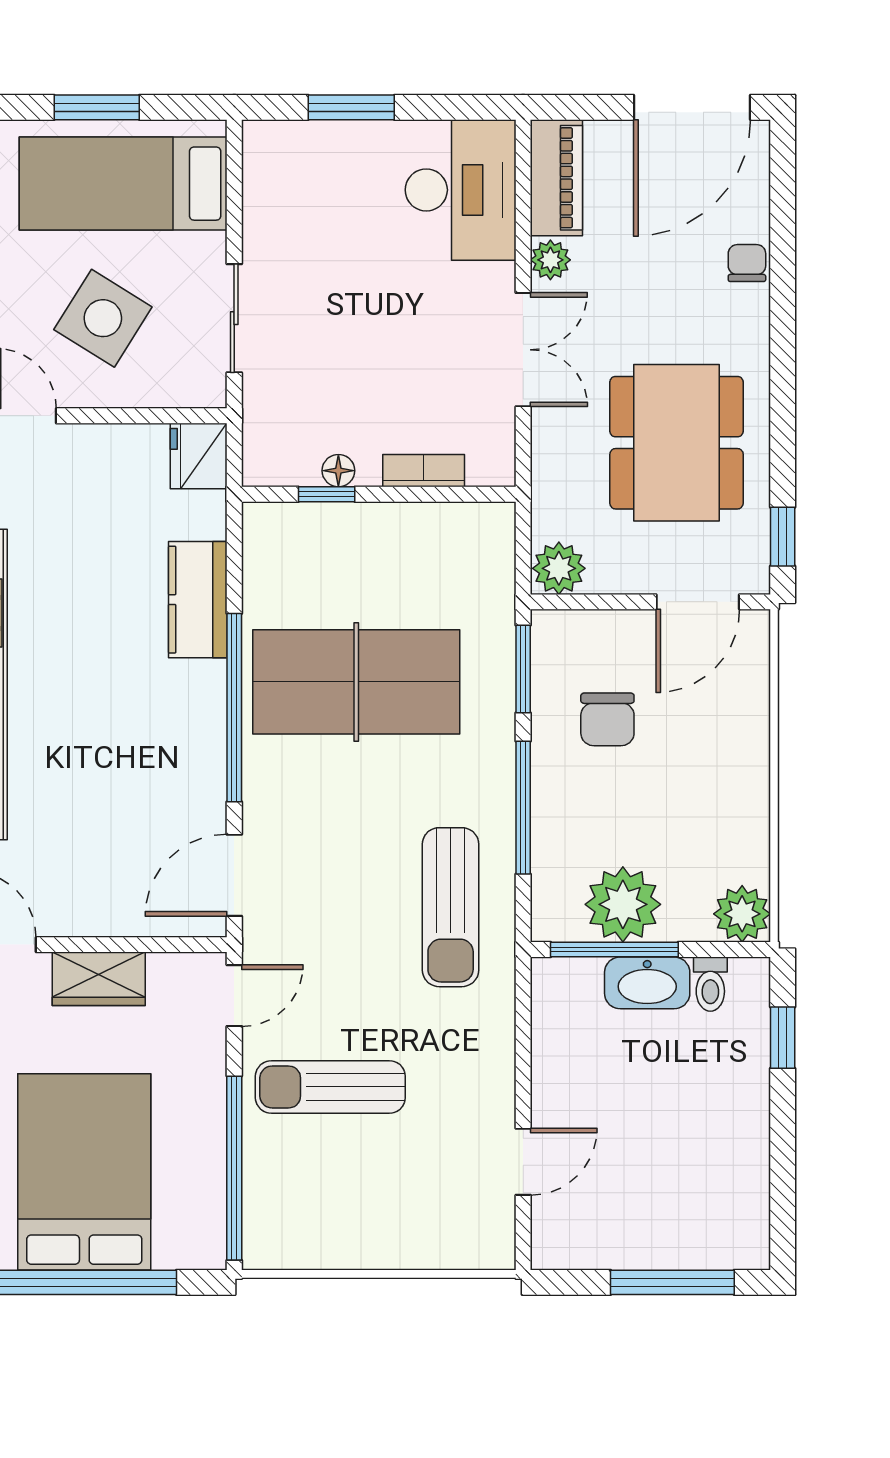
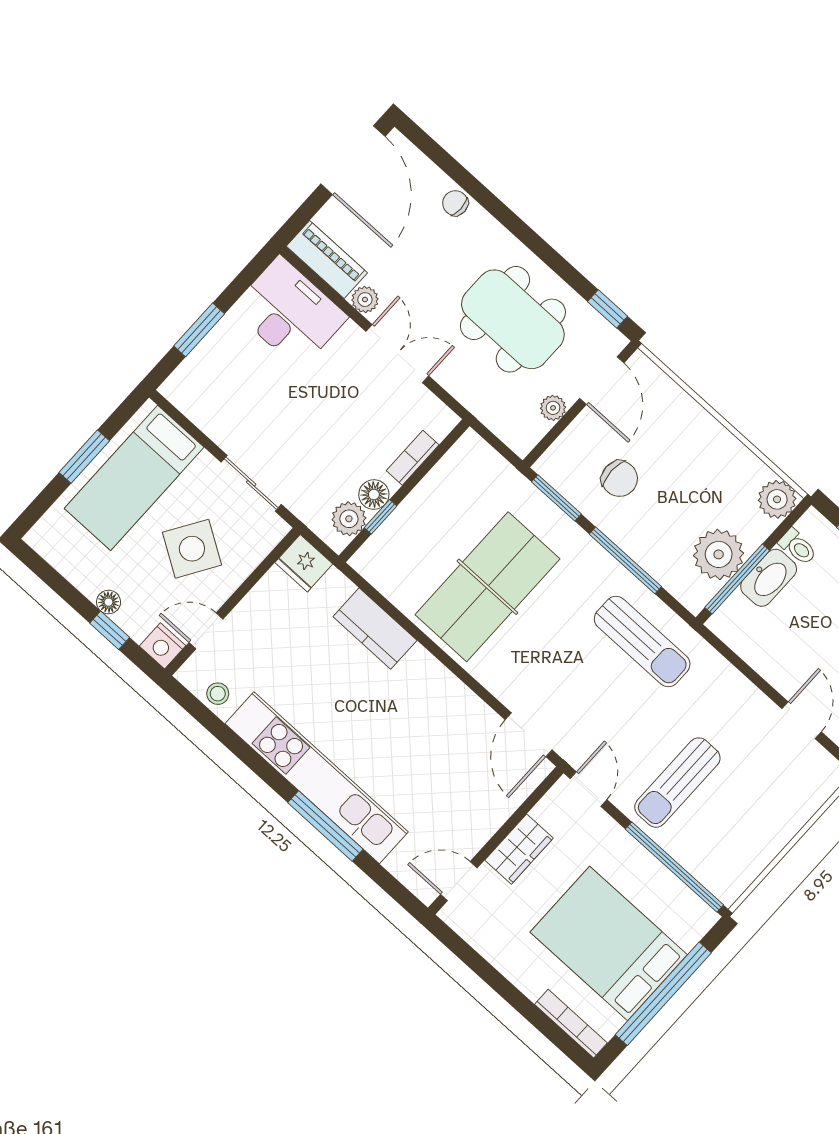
plant: (293, 461) -> (349, 519), added
floor lamp: (338, 471) -> (374, 495), width x1.37, depth x1.37
plant: (559, 568) -> (553, 408), moved, width x0.73, depth x0.73
window: (234, 708) -> (445, 659), removed

